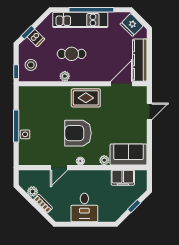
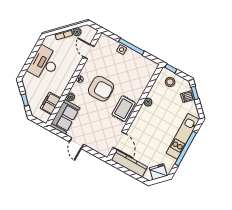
cafe table: (72, 54) -> (161, 116), removed
door: (149, 111) -> (76, 143), moved
armchair: (78, 133) -> (101, 89), turned 90
door: (59, 168) -> (89, 52), moved
desk: (84, 207) -> (44, 63), width x1.37

